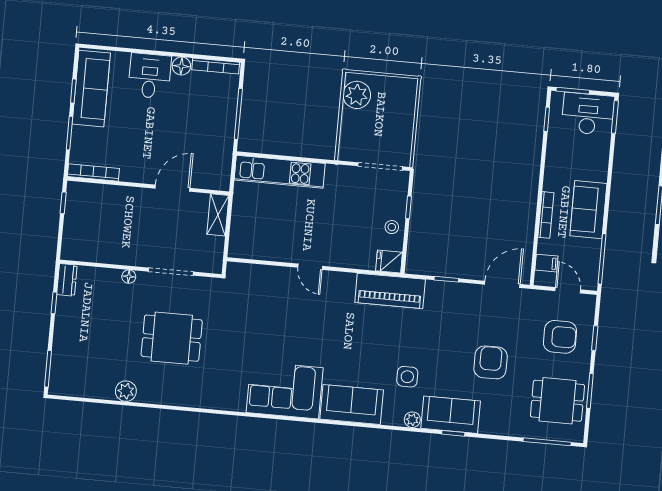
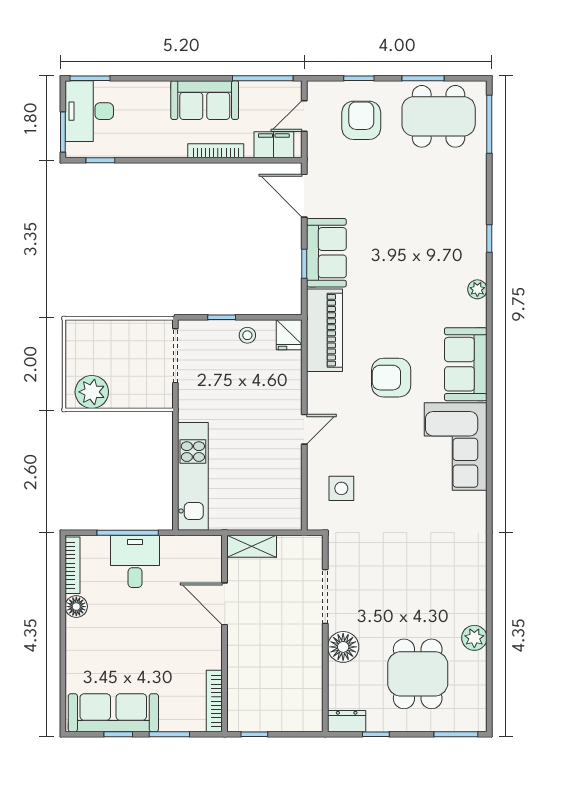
desk: (150, 76) -> (135, 561), moved, turned 90
filing cabinet: (546, 263) -> (274, 145), width x2.00
floor lamp: (129, 277) -> (343, 647), width x1.89, depth x1.89
dining table: (172, 338) -> (418, 674), moved
armchair: (491, 362) -> (391, 378), moved
side table: (407, 377) -> (341, 488), moved
dining table: (557, 401) -> (439, 116), width x1.38
sofa: (451, 415) -> (326, 253), moved, turned 180

